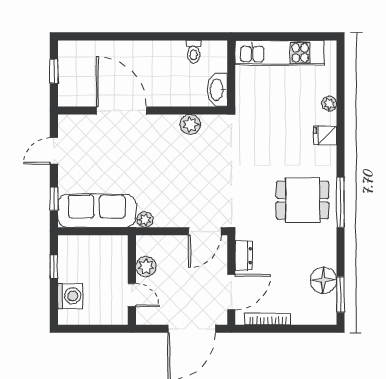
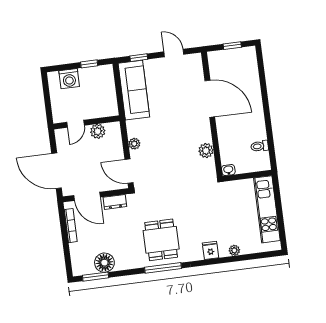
washbasin: (217, 90) -> (228, 170), width x0.52, depth x0.69
door: (121, 110) -> (210, 99), hinge flipped
plant: (145, 220) -> (134, 144), moved

